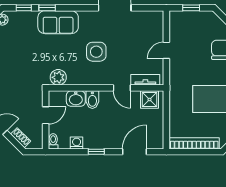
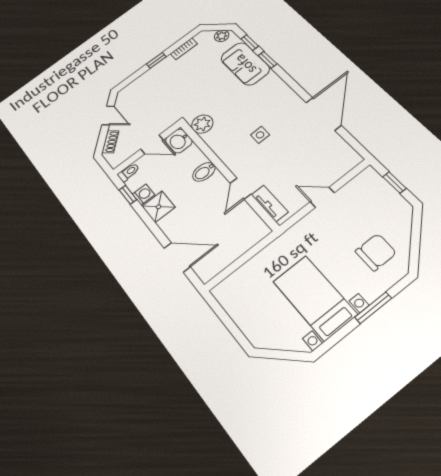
sofa: (58, 22) -> (245, 64), moved
side table: (96, 52) -> (260, 135), width x0.54, depth x0.54
washbasin: (76, 99) -> (179, 141), moved
shower: (150, 100) -> (158, 207), moved
bookcase: (194, 143) -> (237, 313), removed
window: (96, 152) -> (128, 195), moved

